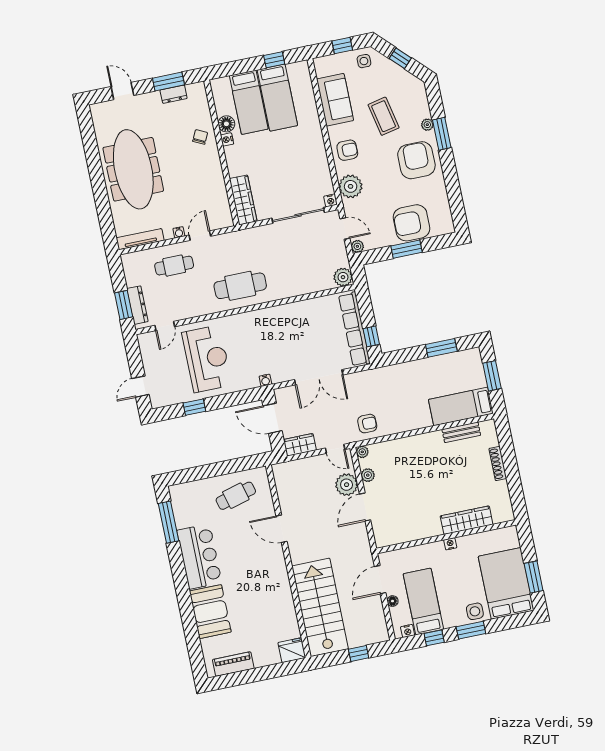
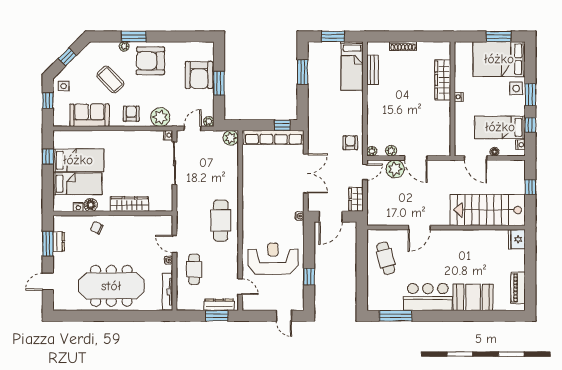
coffee table: (384, 116) -> (110, 80), turned 58
nightstand: (227, 139) -> (78, 207), moved
wardrobe: (243, 200) -> (129, 204), moved

